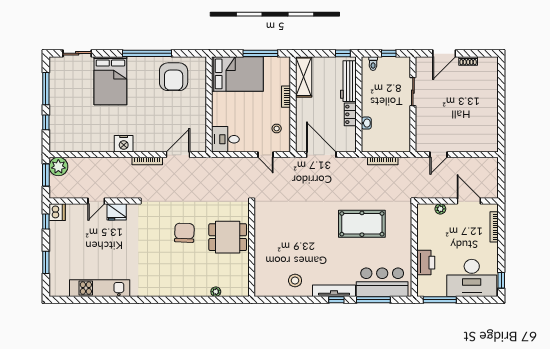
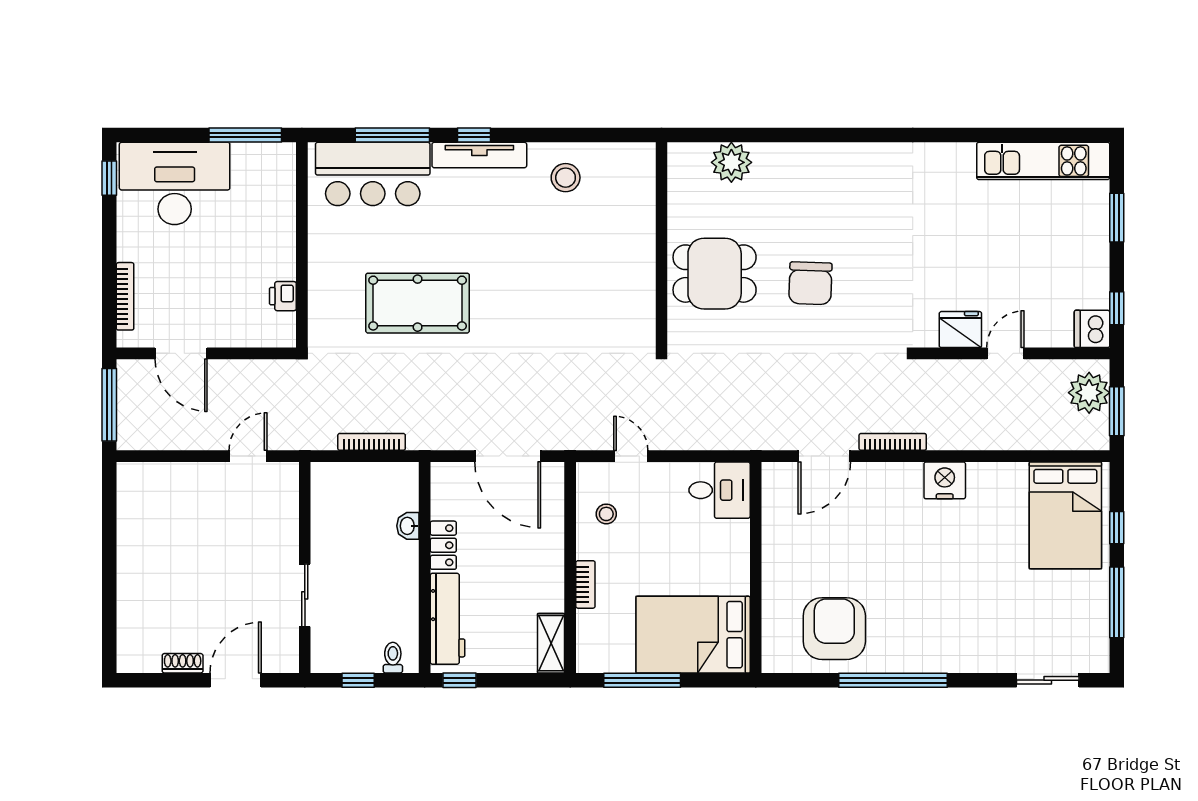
shelving: (304, 77) -> (551, 643), width x0.67, depth x0.75
bed: (110, 81) -> (1065, 515), moved, turned 180
plant: (58, 167) -> (1089, 393), moved
window: (501, 178) -> (109, 405), added
plant: (440, 209) -> (244, 336), removed
printer: (426, 263) -> (283, 296), moved, width x0.53, depth x0.68
kitchen unit: (100, 288) -> (1043, 161), moved
plant: (216, 292) -> (731, 162), width x1.87, depth x1.87

